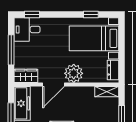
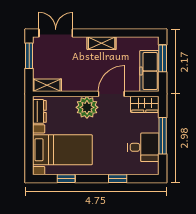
window: (32, 14) -> (118, 179), moved
desk: (27, 29) -> (143, 147), moved

